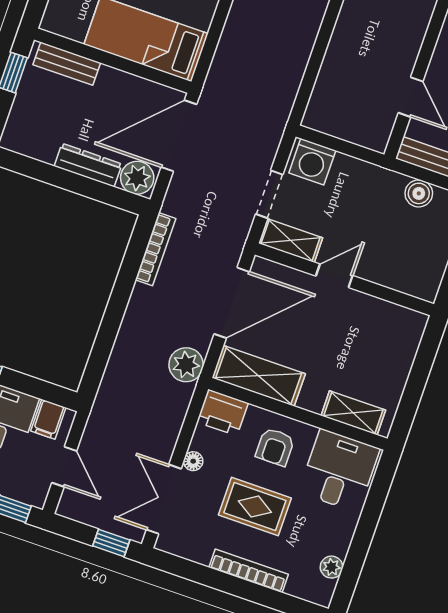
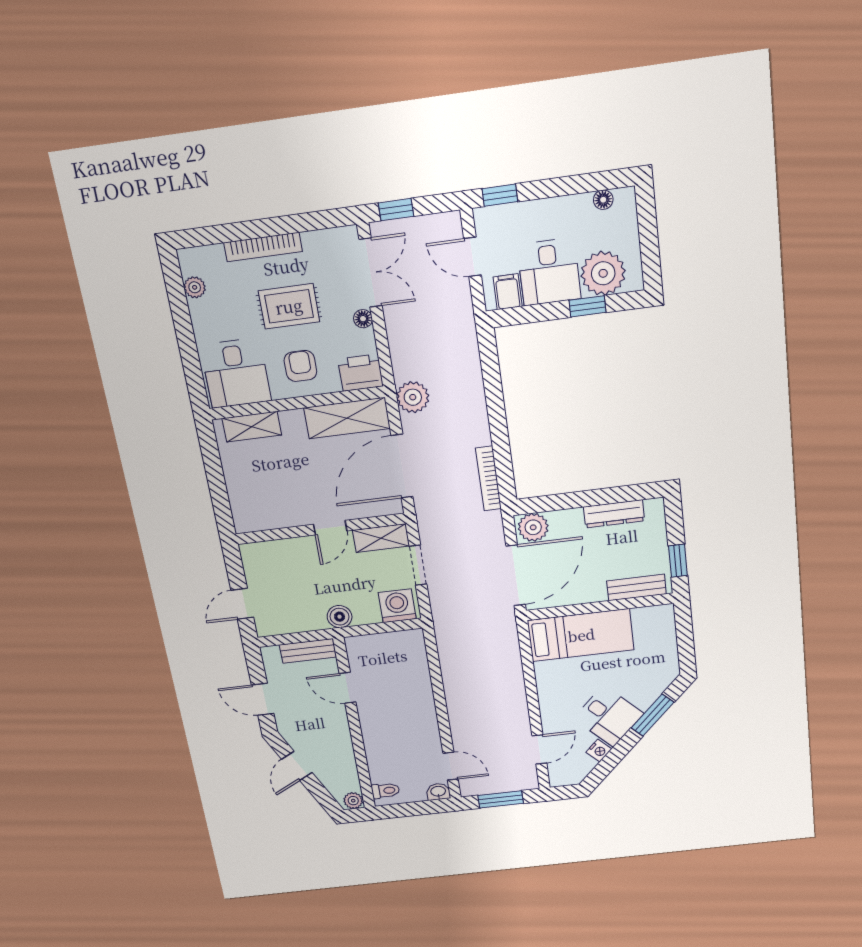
dresser: (88, 165) -> (614, 514), moved
boiler: (419, 193) -> (340, 617), moved

